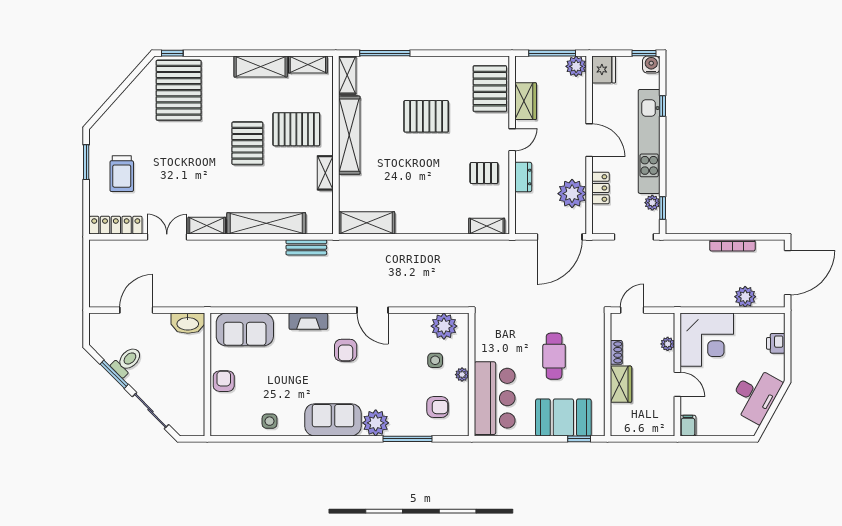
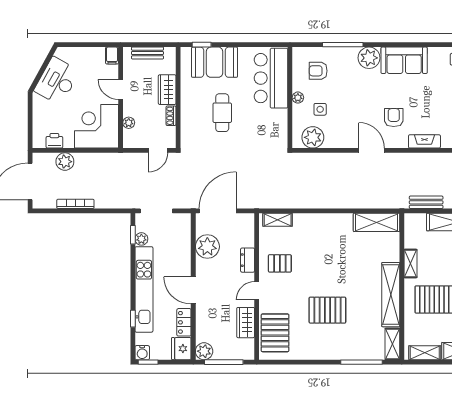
locker: (601, 188) -> (184, 322), moved
printer: (776, 343) -> (54, 141), moved, turned -90
bench: (645, 429) -> (147, 53), added

